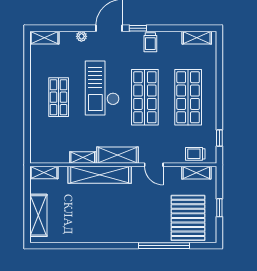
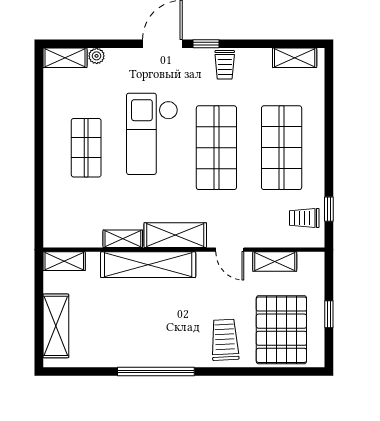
plant: (81, 36) -> (97, 56), moved
trolley: (195, 154) -> (304, 218), moved
shelving: (196, 173) -> (275, 262), moved
trolley: (150, 225) -> (225, 340), added
window: (164, 246) -> (156, 371), moved

